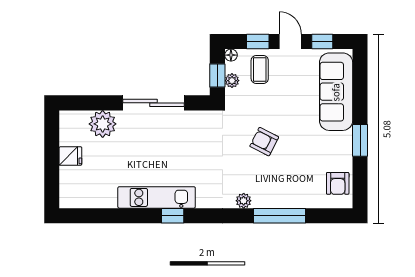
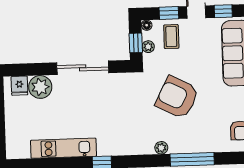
armchair: (264, 142) -> (177, 97), width x1.88, depth x1.88
fridge: (70, 156) -> (19, 86), moved, turned 90
kitchen unit: (157, 197) -> (64, 148), moved

